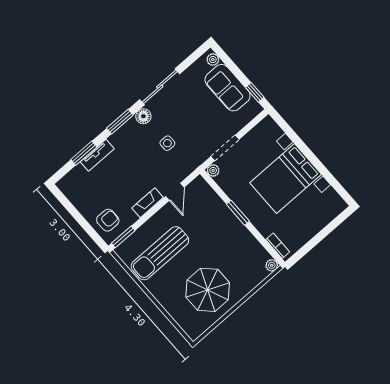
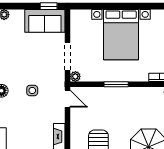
sofa: (228, 88) -> (45, 21), moved
door: (175, 192) -> (67, 99), moved

